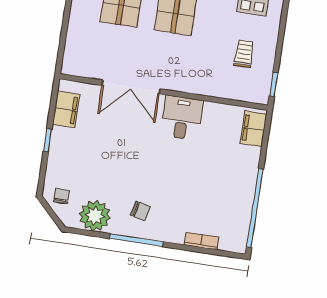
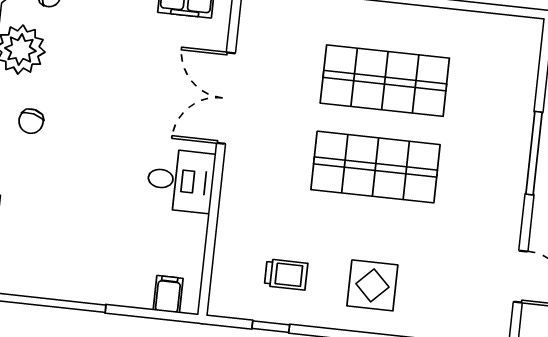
window: (274, 84) -> (271, 327), moved
filing cabinet: (253, 129) -> (168, 294), width x0.50

